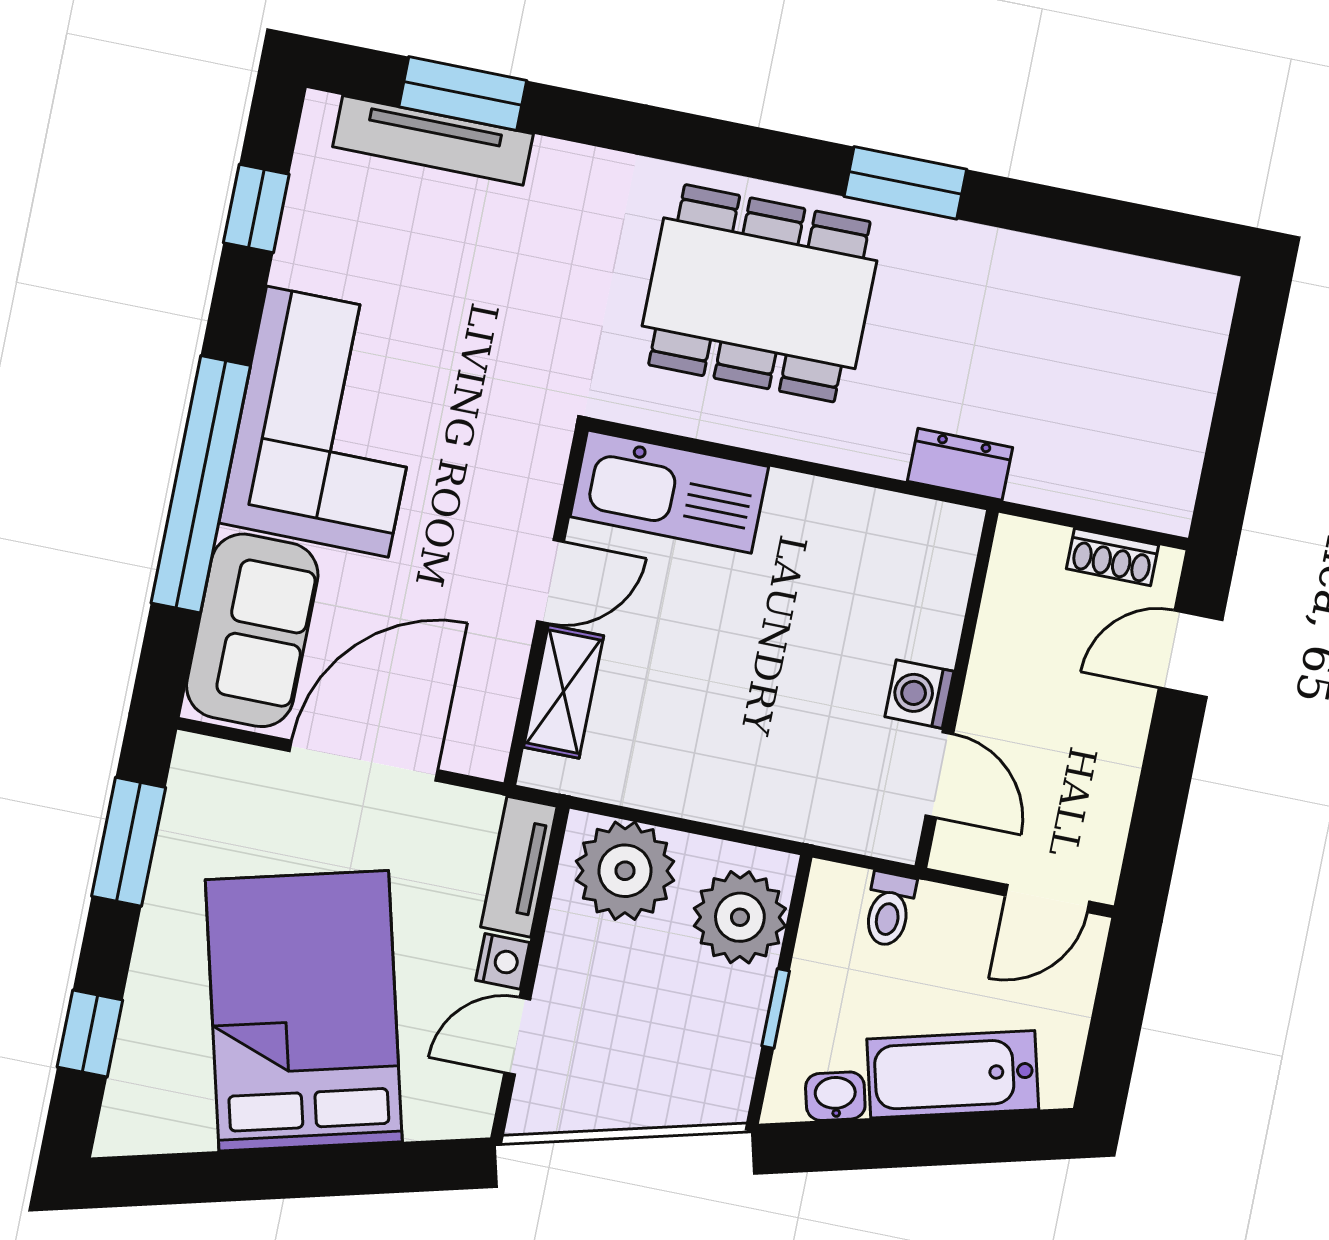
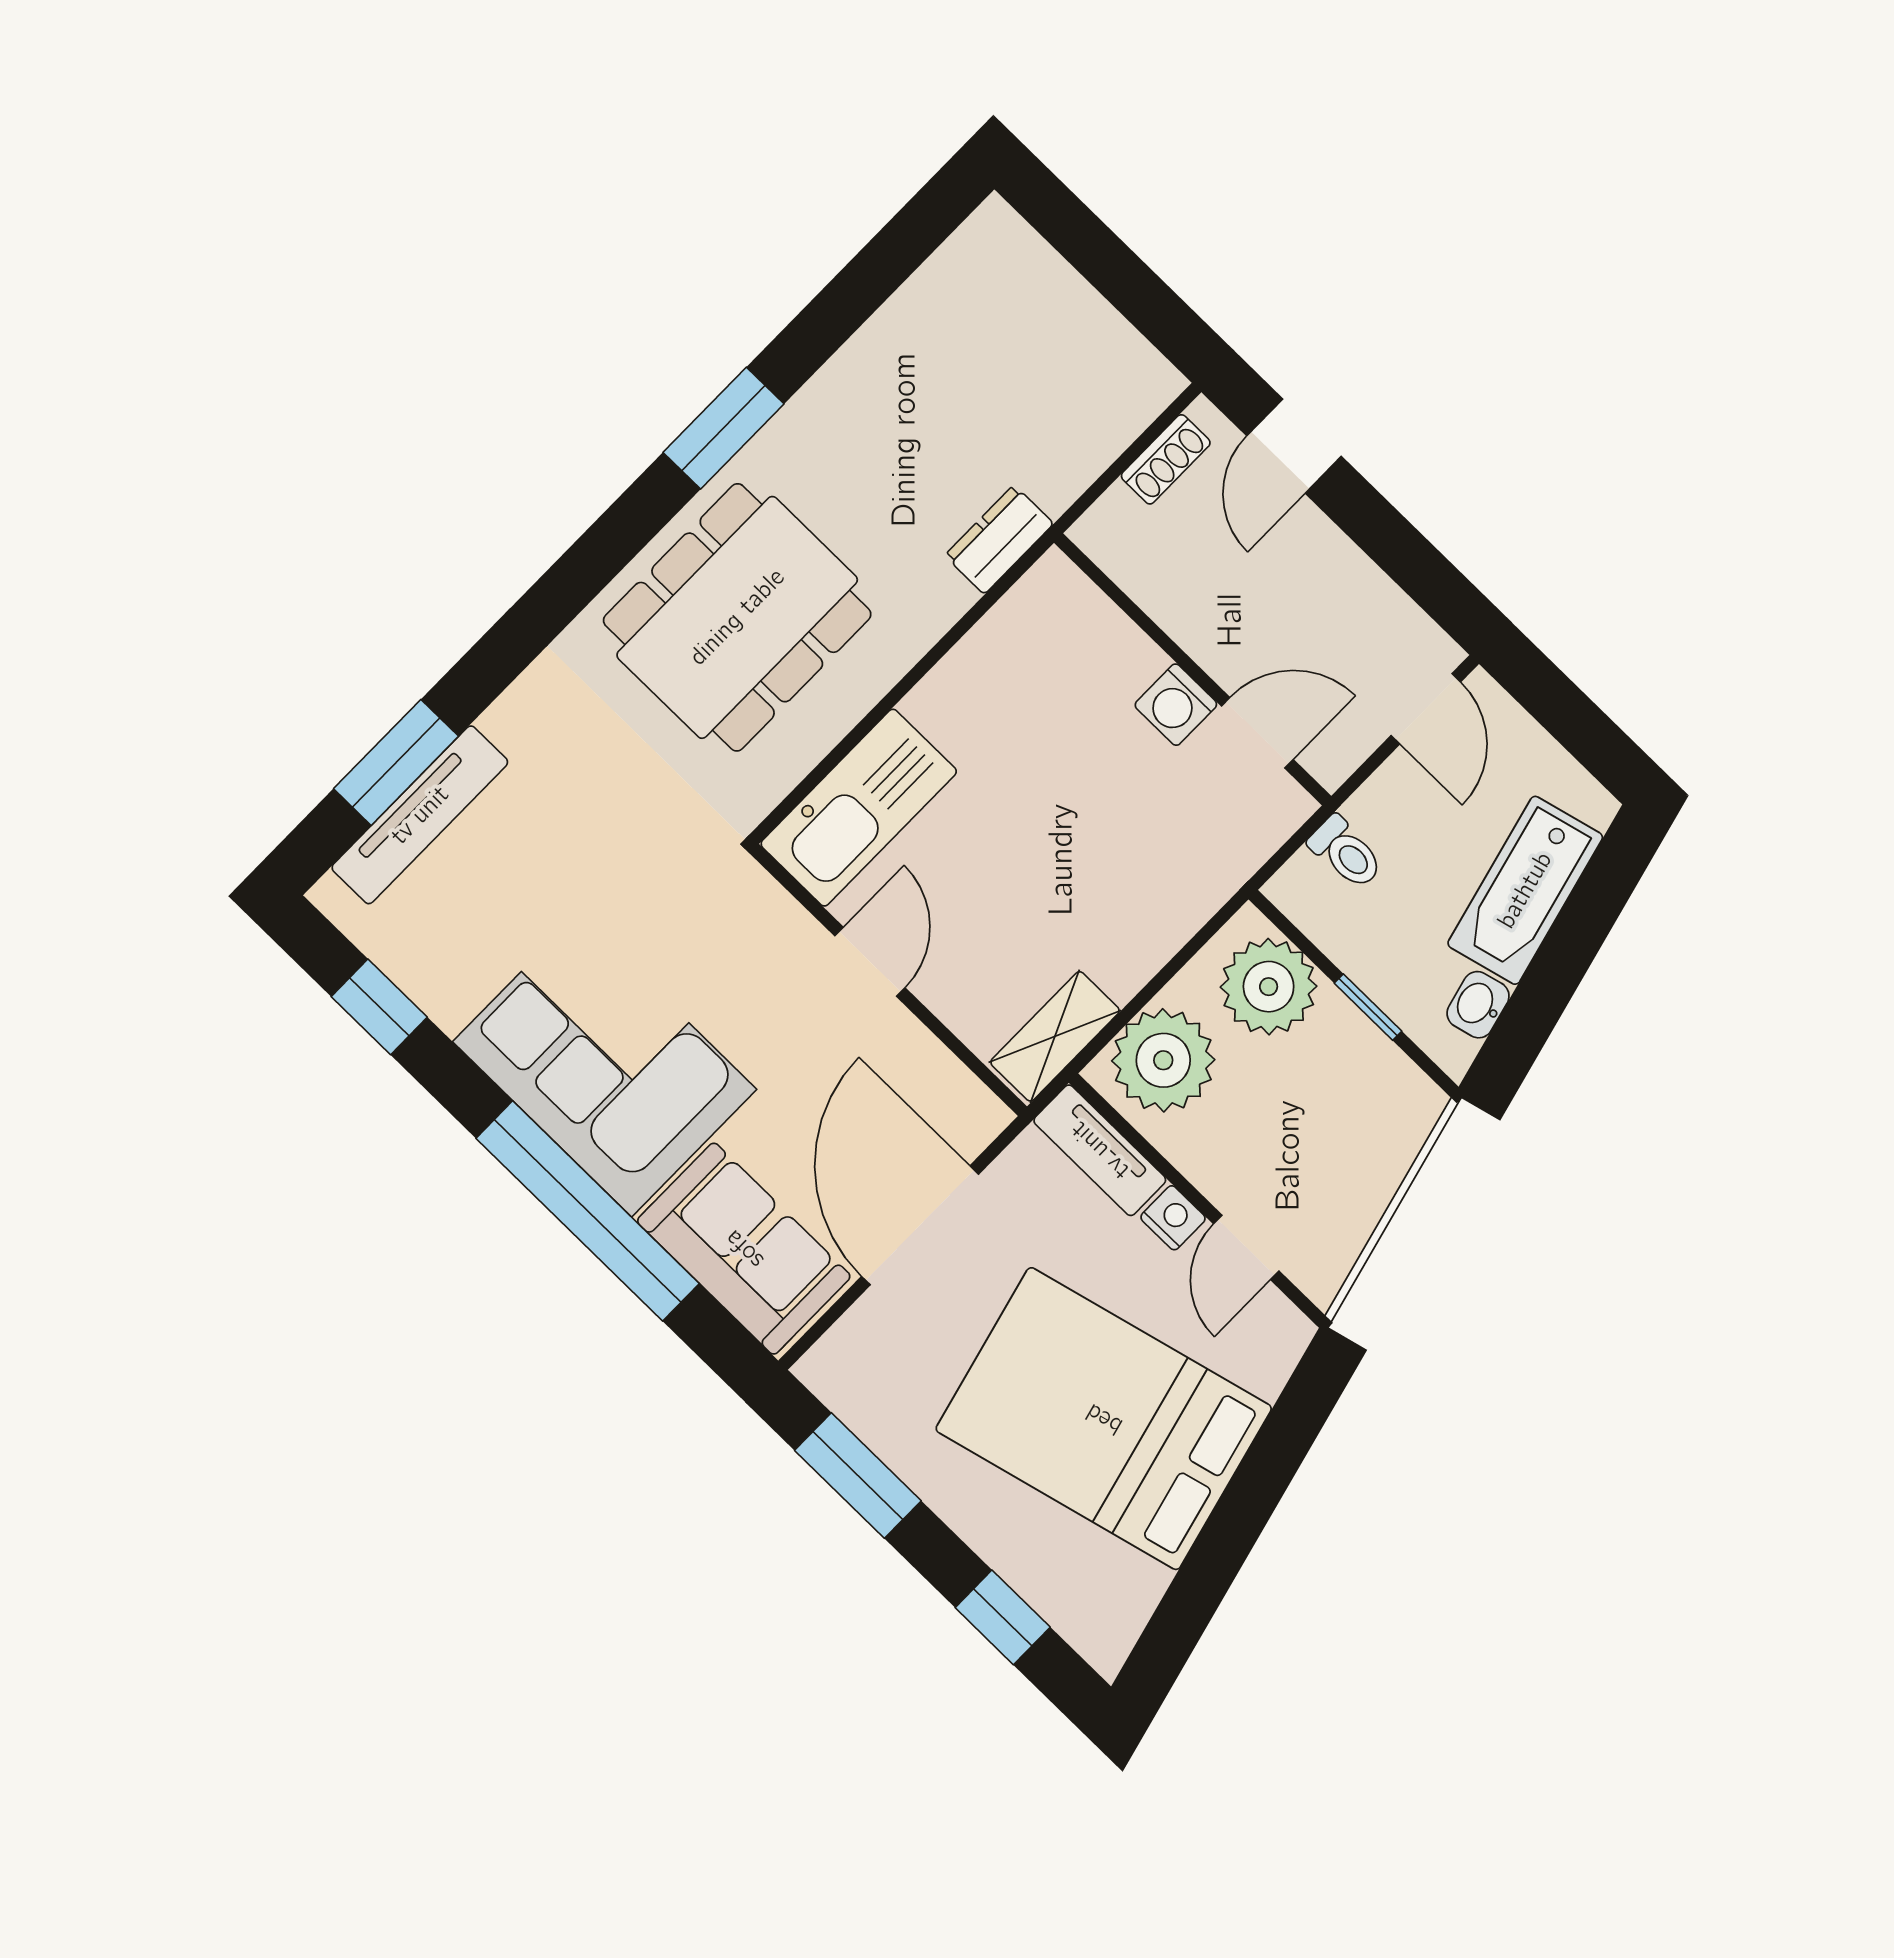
shelving: (564, 692) -> (1055, 1036), moved, turned 90

